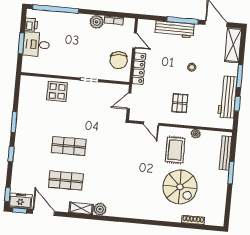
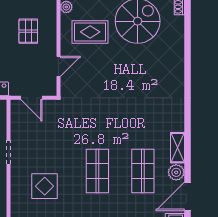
display table: (57, 91) -> (45, 186), moved
pallet: (180, 103) -> (28, 31), turned 90
plant: (100, 209) -> (176, 172), moved

